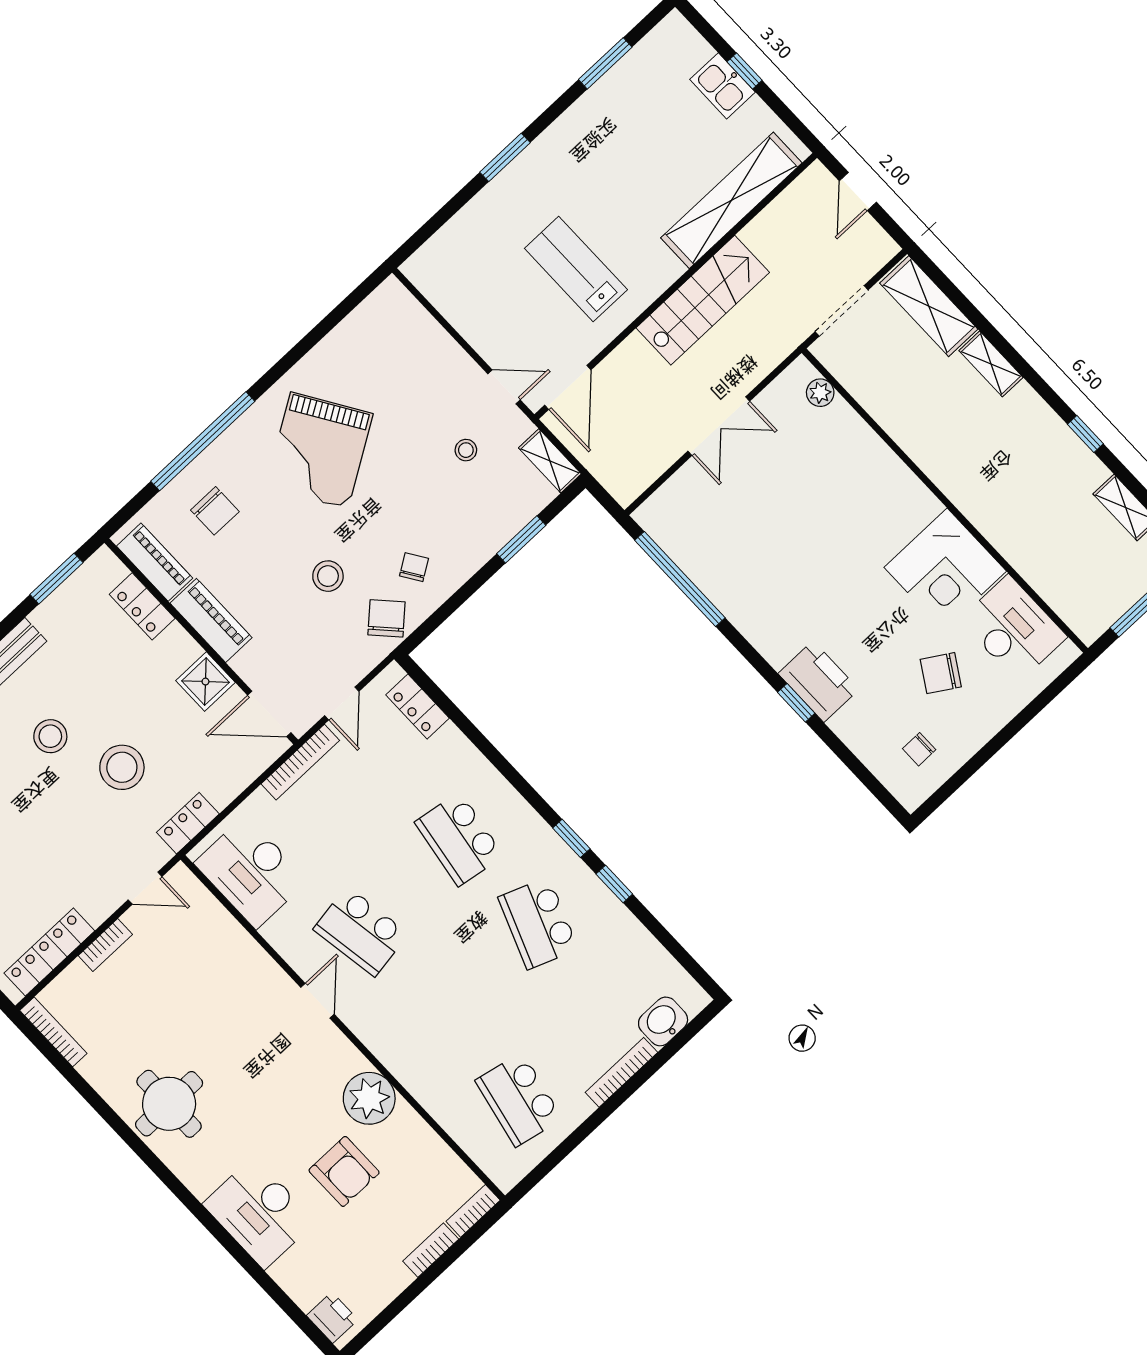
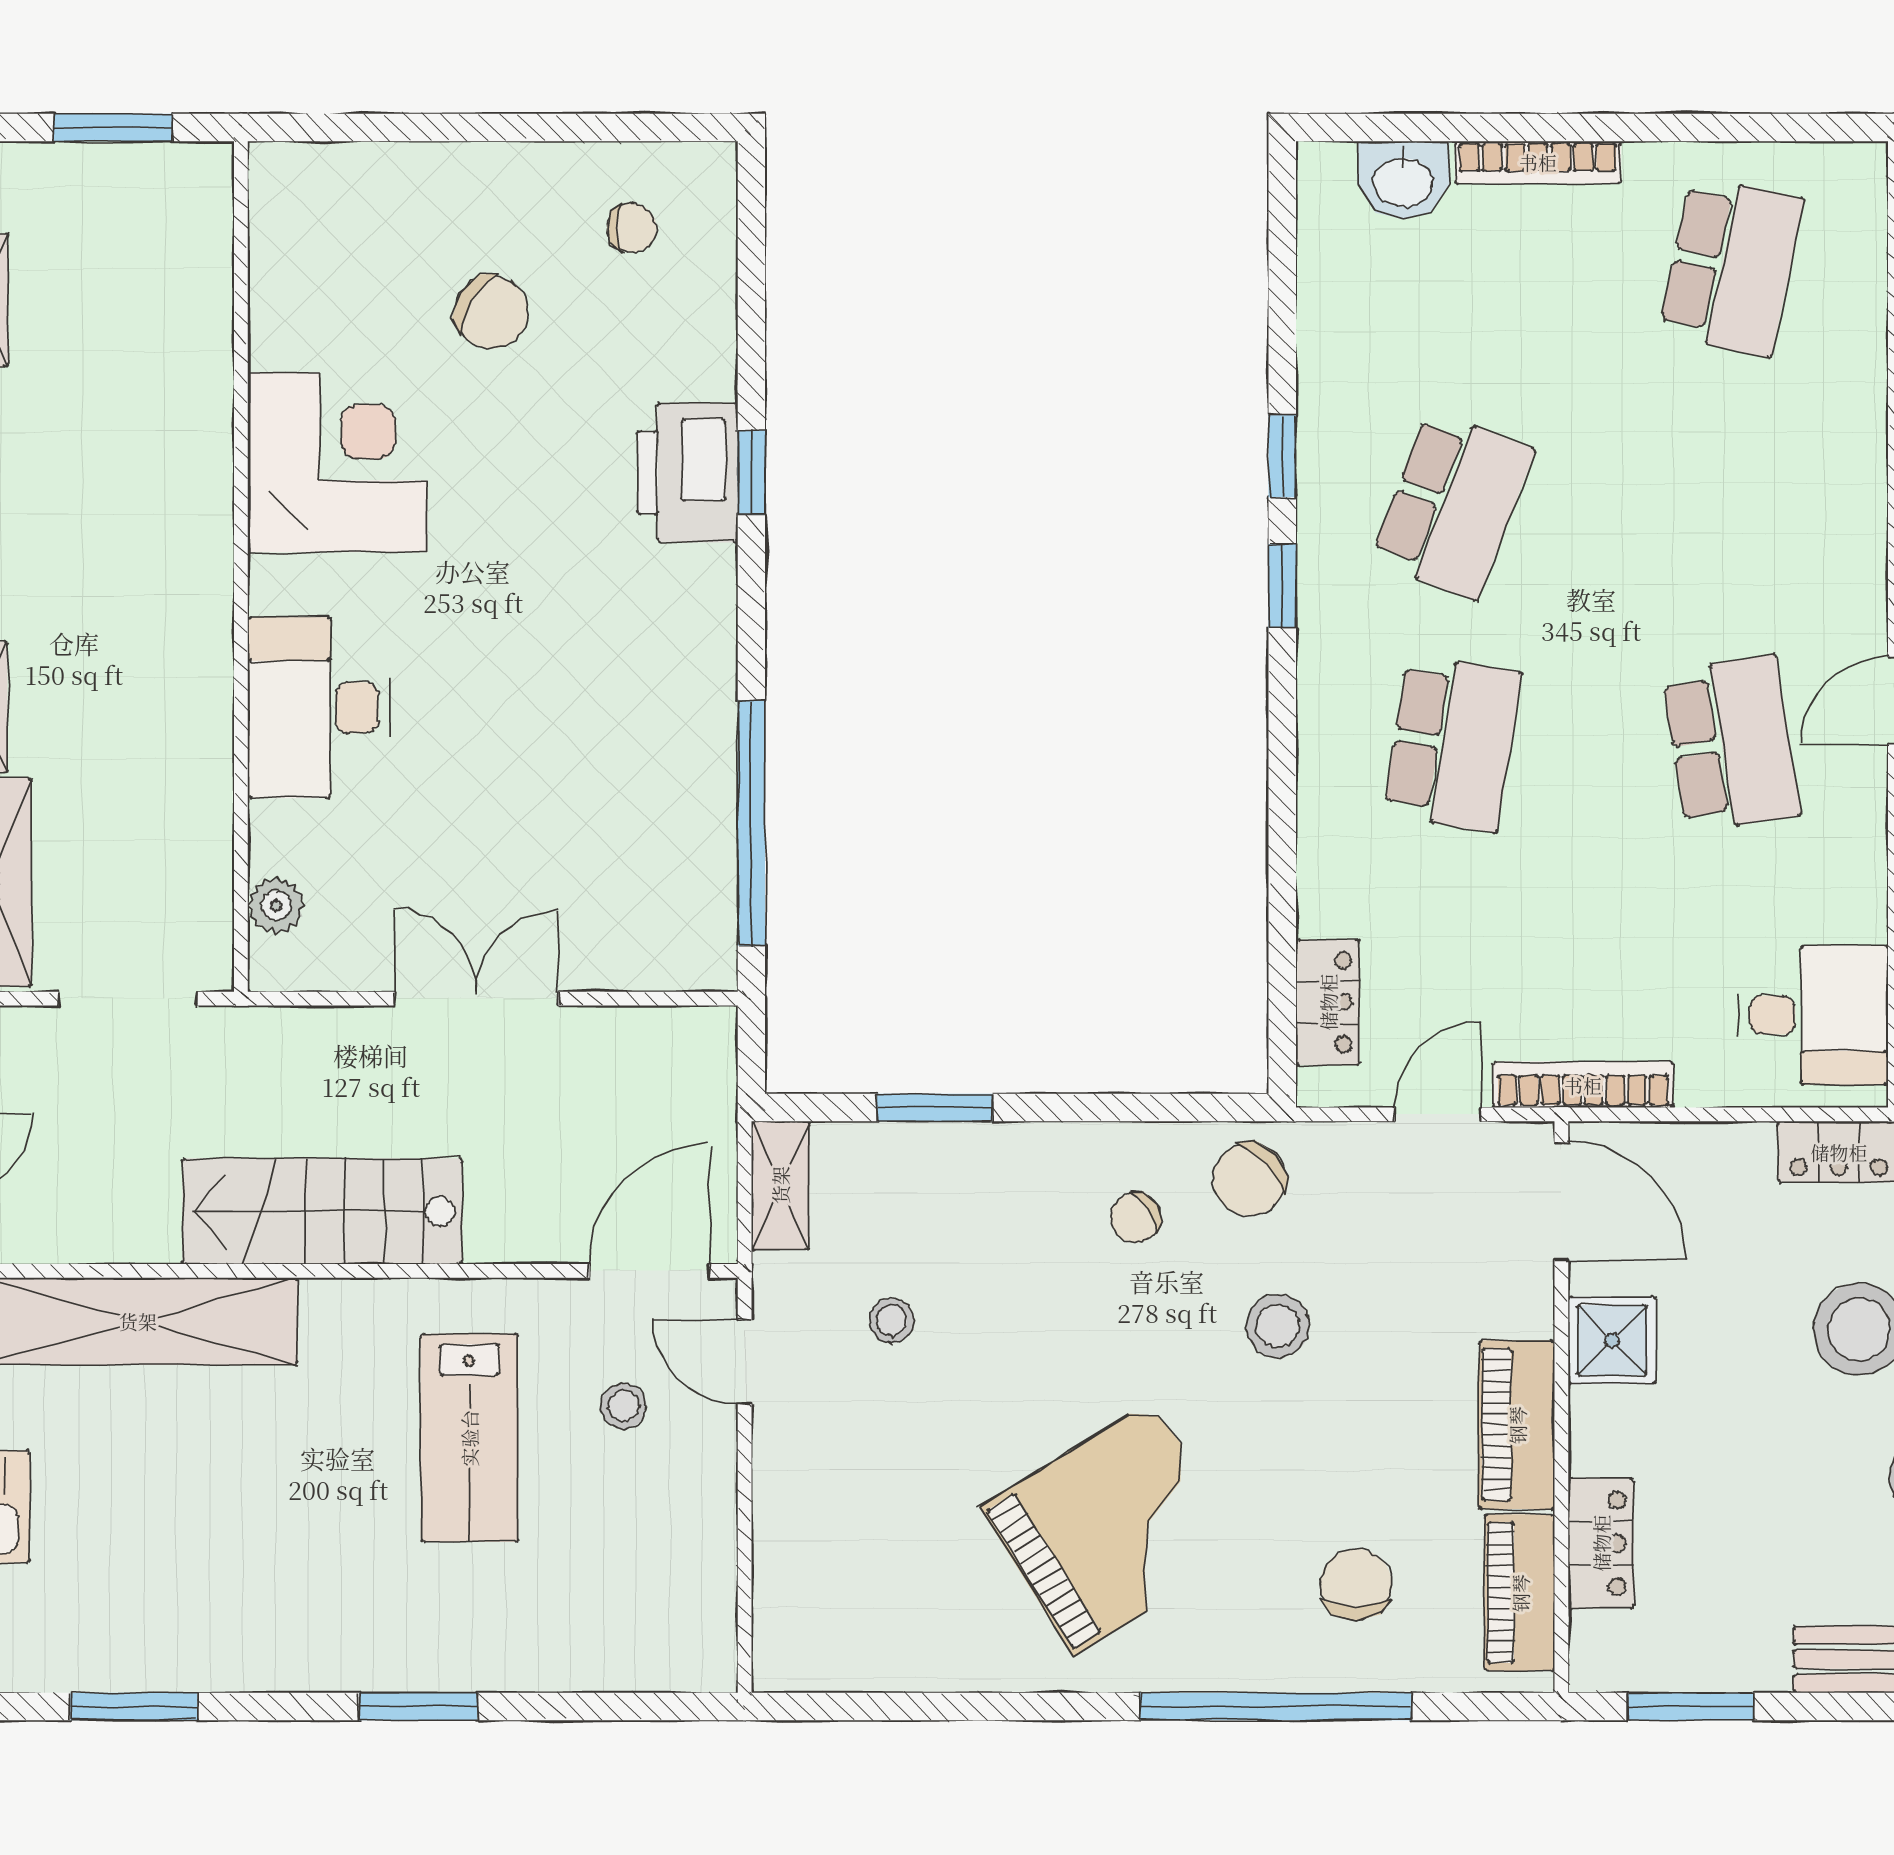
stool: (532, 331) -> (624, 1406), added
desk: (1013, 628) -> (319, 708), moved
desk: (251, 872) -> (1813, 1015), width x0.73

